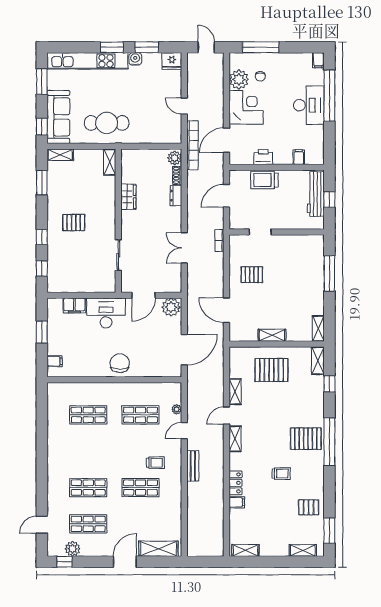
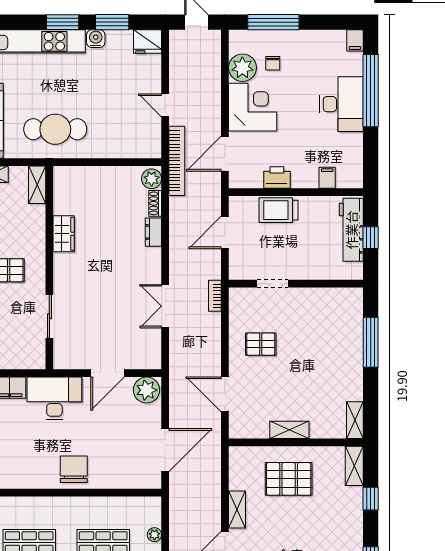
shelving: (110, 162) -> (37, 185), moved
wardrobe: (128, 197) -> (64, 234), moved
wall: (118, 221) -> (49, 268), moved
sliding door: (118, 255) -> (49, 316), moved

